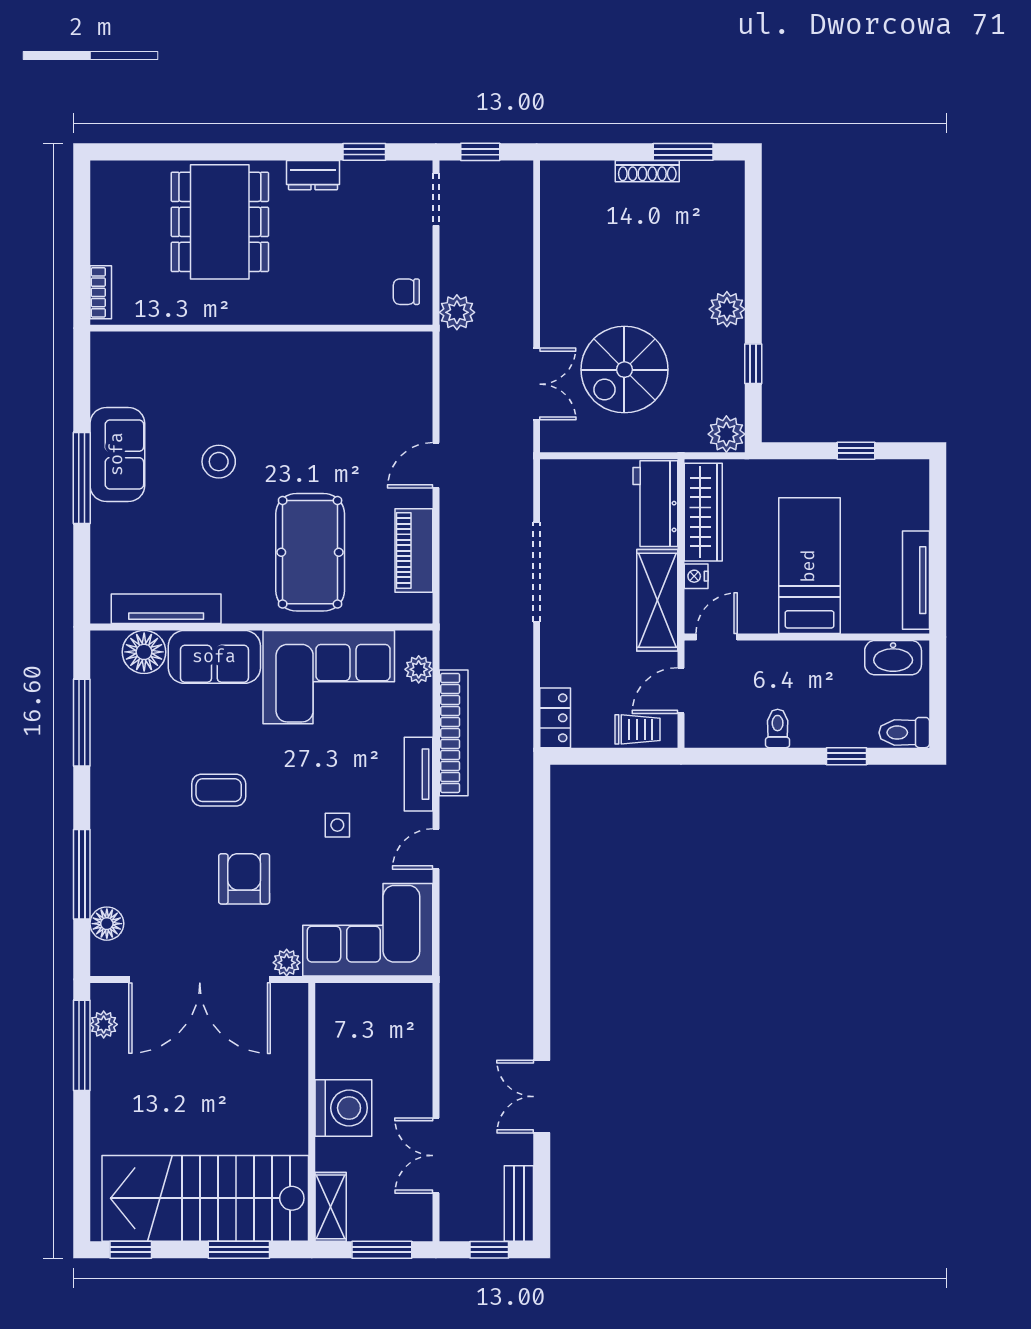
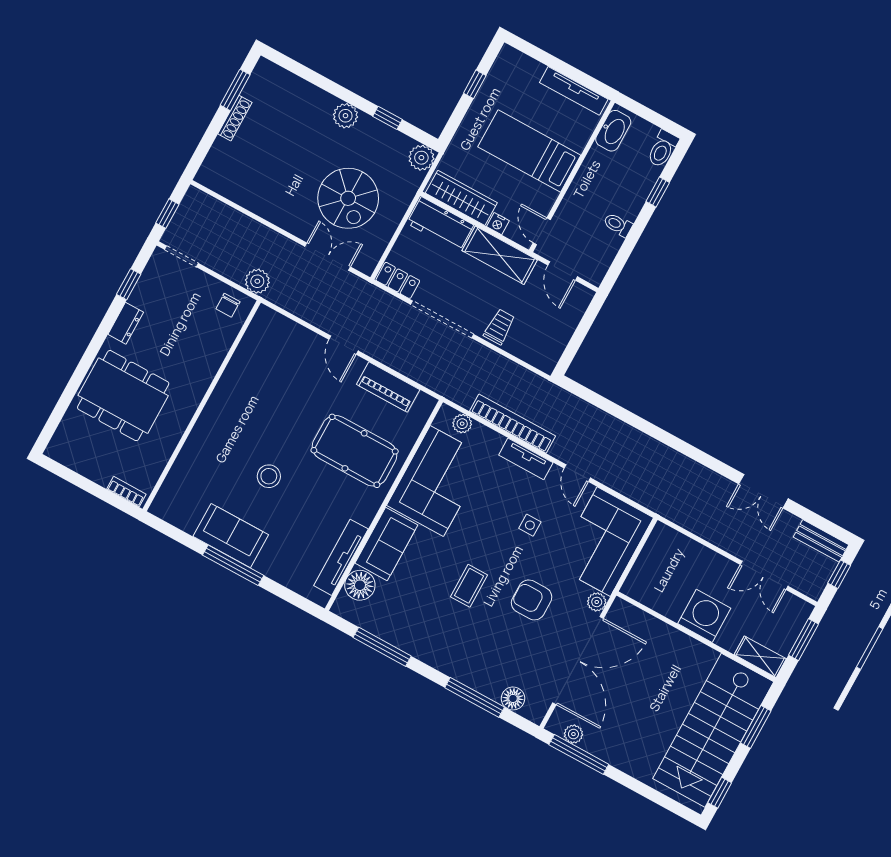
locker: (555, 718) -> (398, 280), moved
trolley: (638, 729) -> (499, 327), moved

